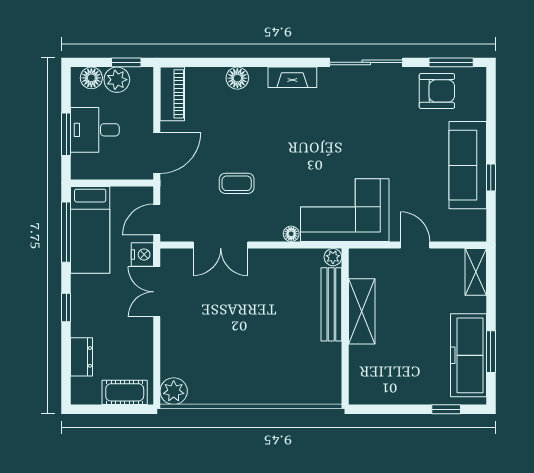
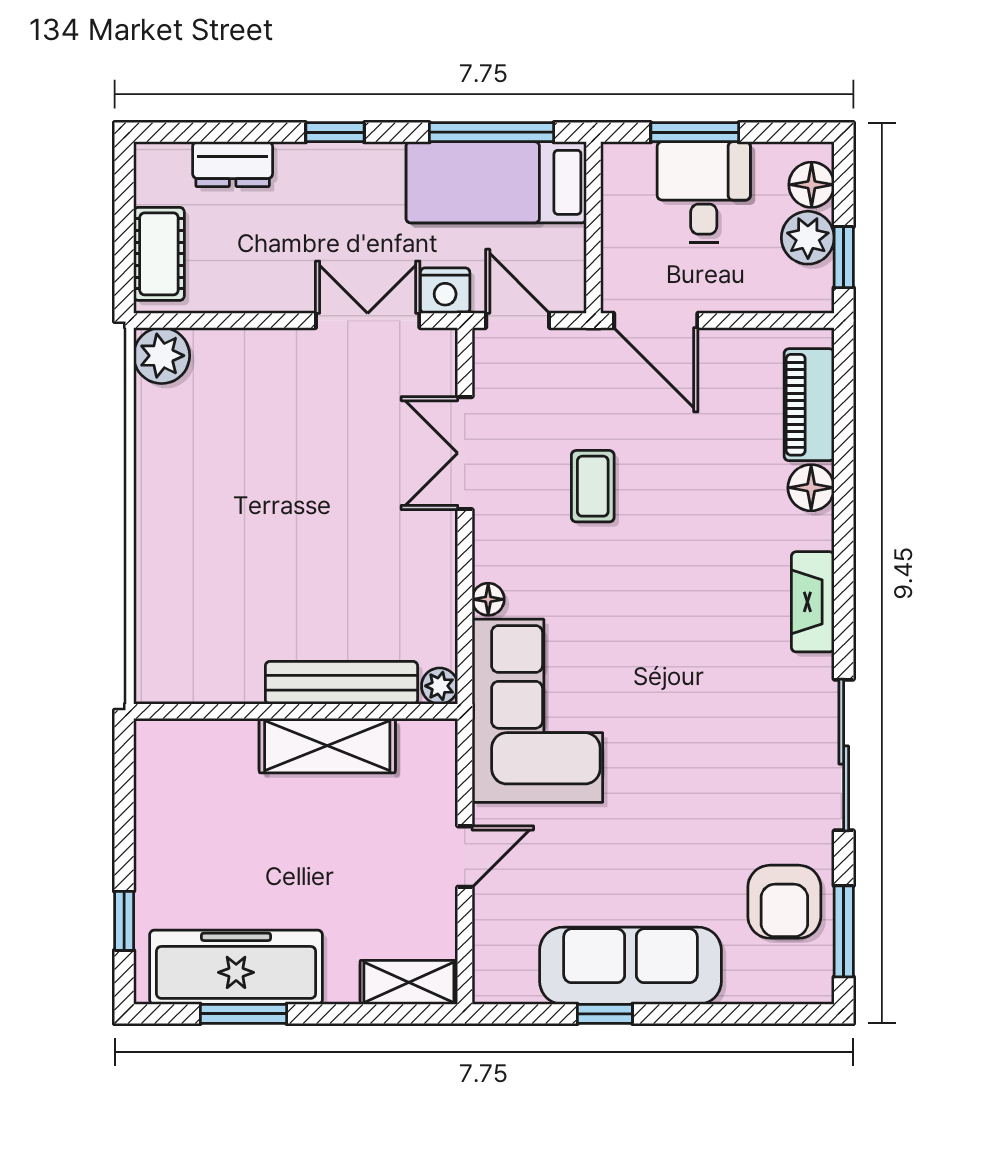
piano: (172, 94) -> (809, 405), moved, turned 90

